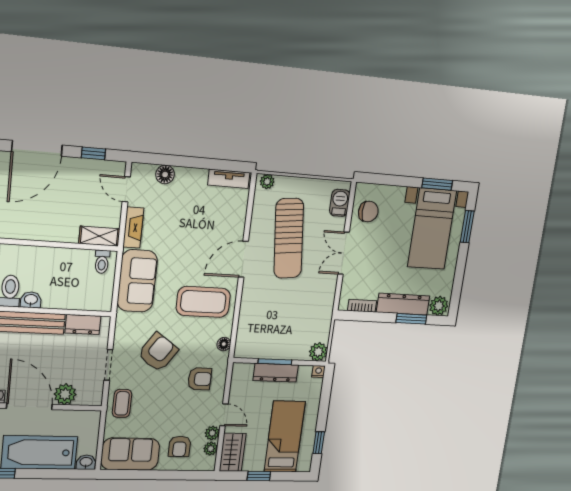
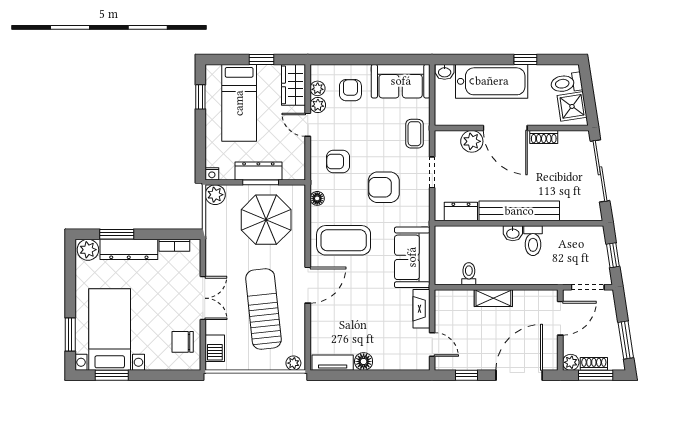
floor lamp: (165, 174) -> (364, 361), moved
shelving: (99, 236) -> (493, 298), moved
toilet: (102, 262) -> (469, 274), moved
parasol: (275, 326) -> (266, 220), added
armchair: (158, 352) -> (384, 187), turned 55

